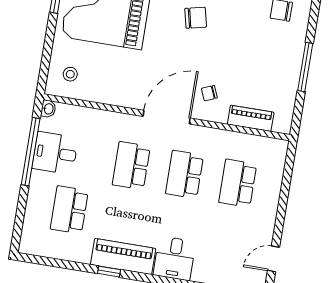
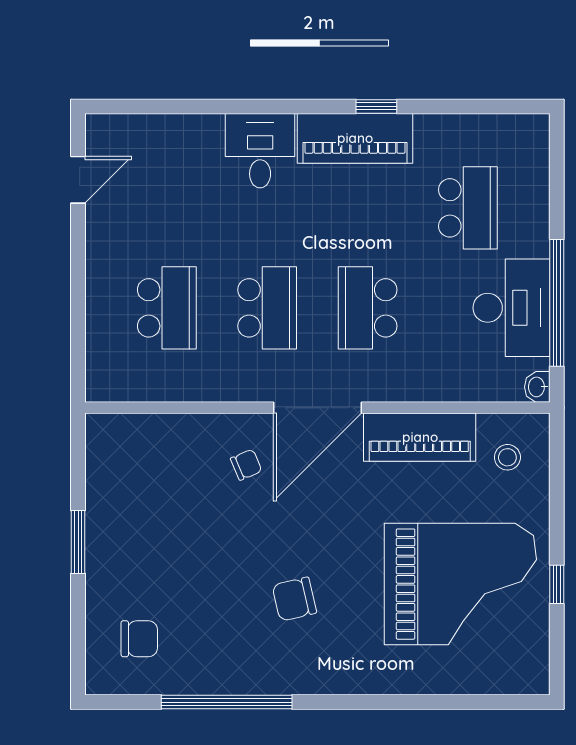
window: (305, 67) -> (78, 542), width x0.69
piano: (251, 118) -> (420, 437), moved, width x1.37, depth x1.33
desk: (55, 153) -> (511, 308), width x1.37
school desk: (131, 166) -> (368, 308), turned 180

